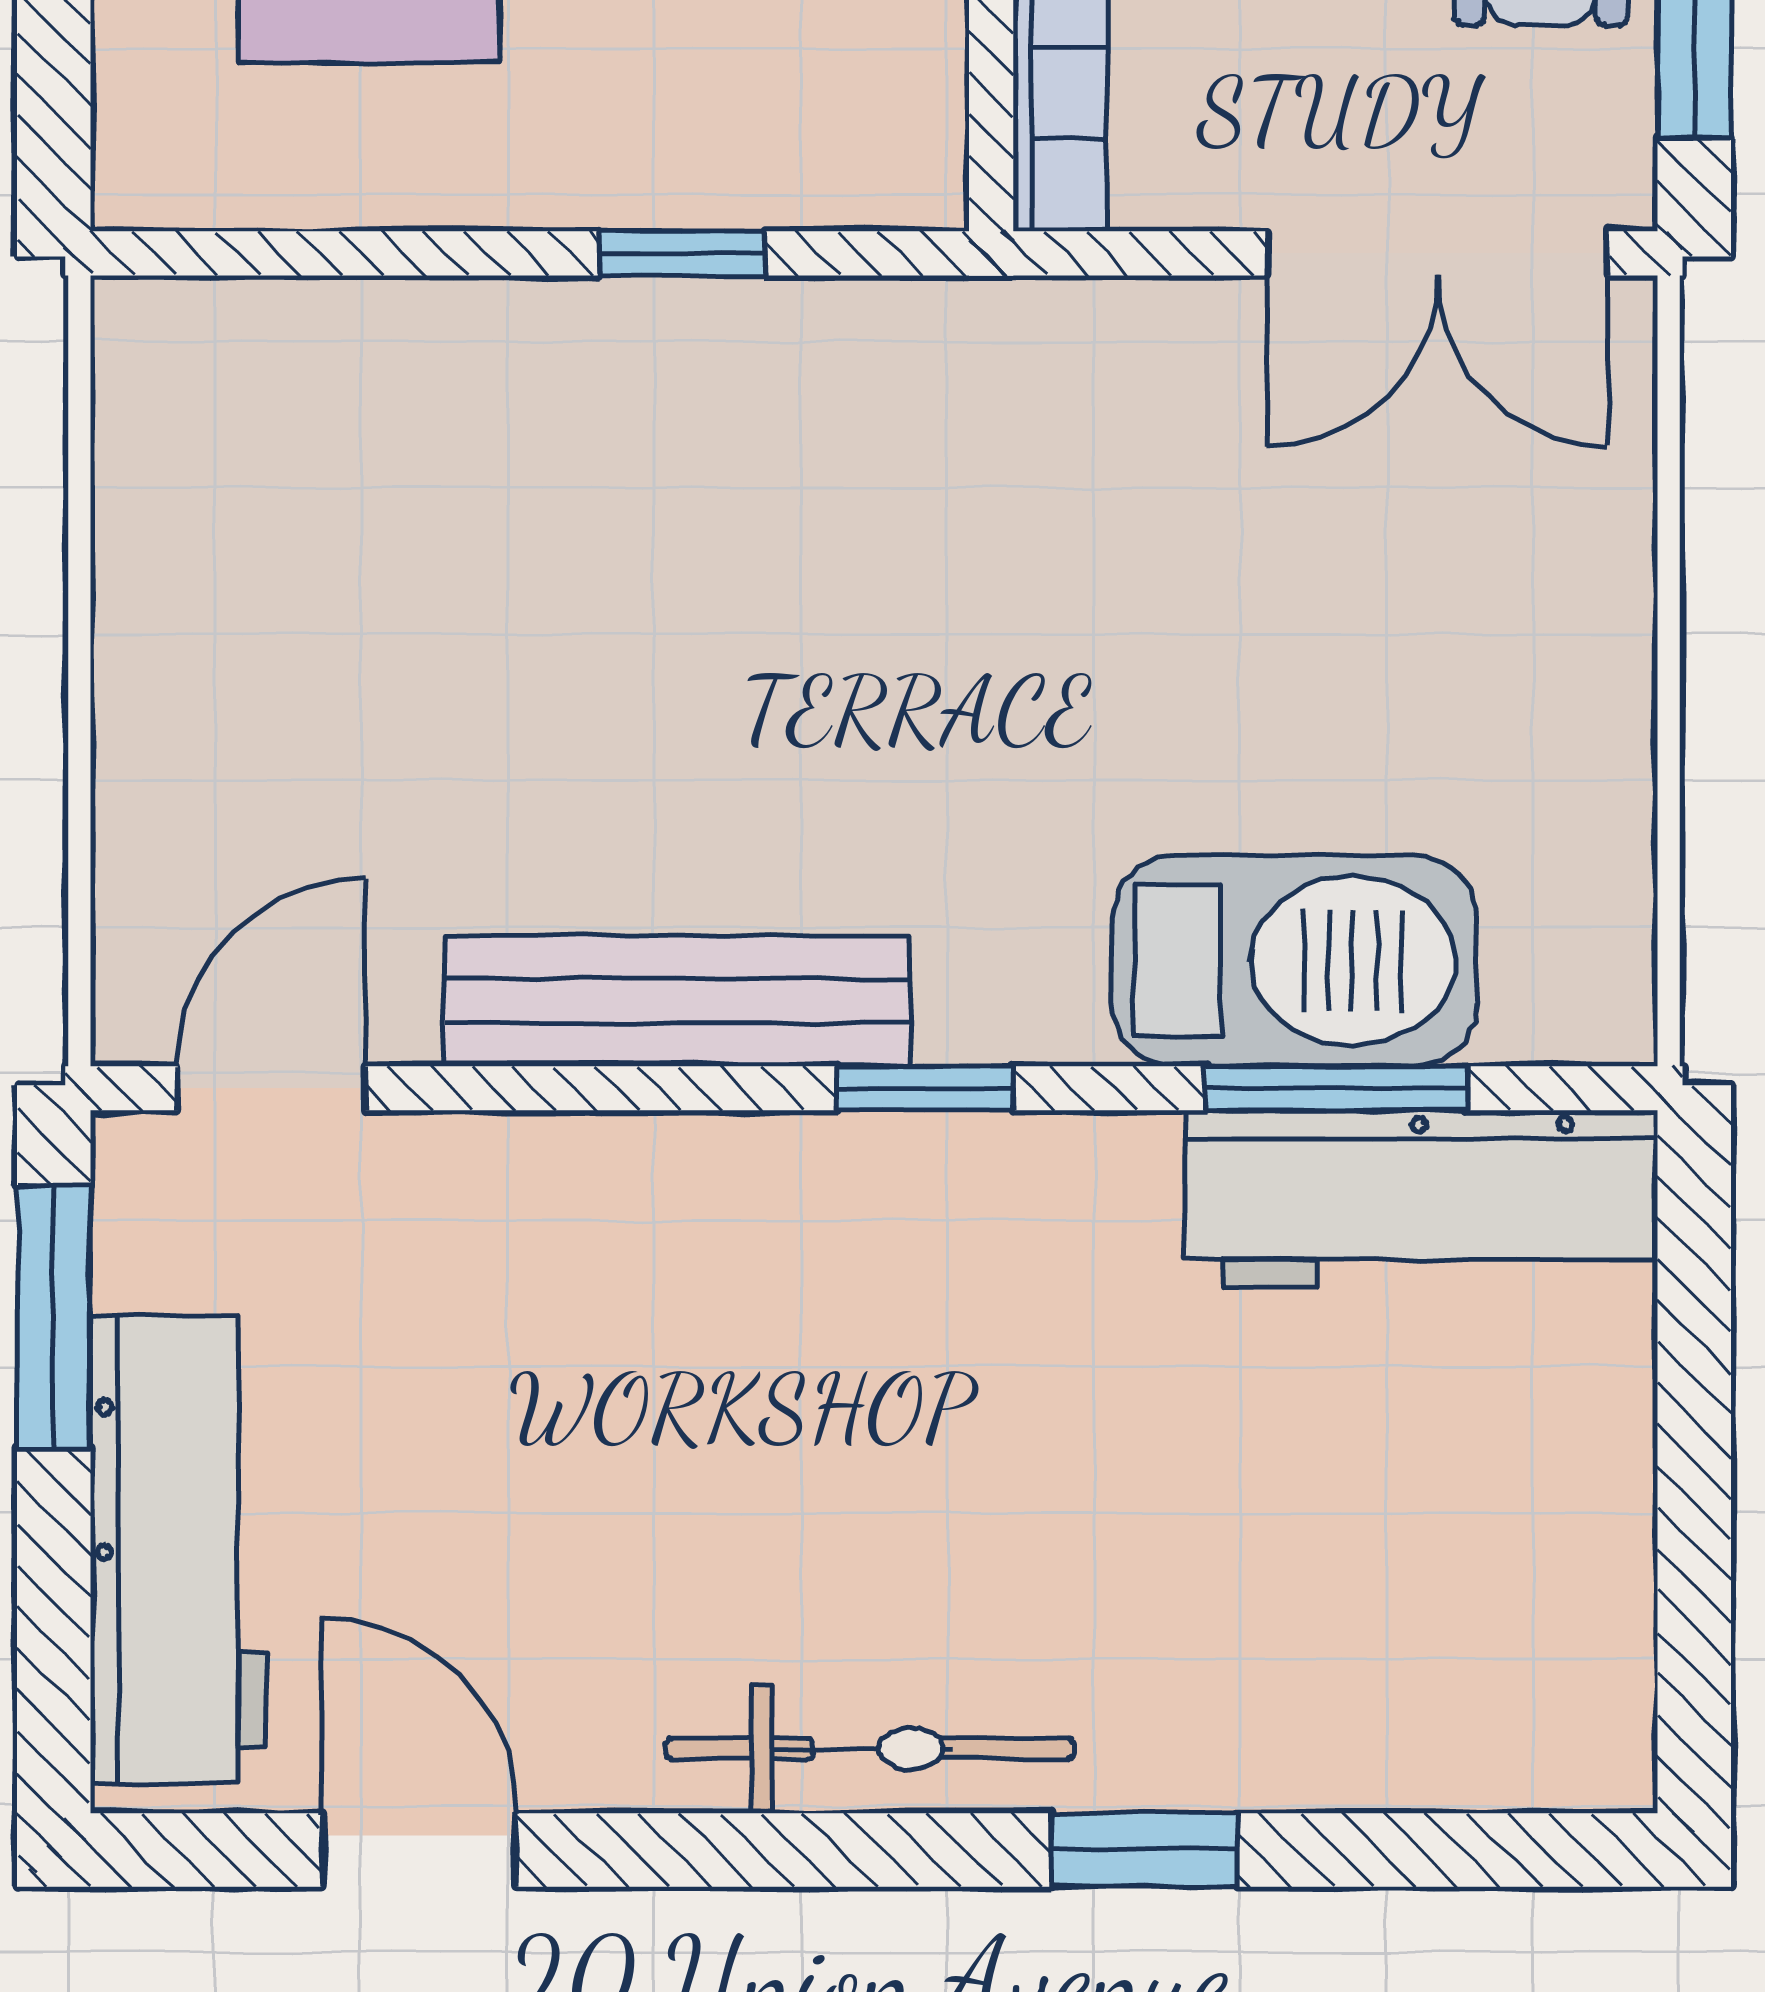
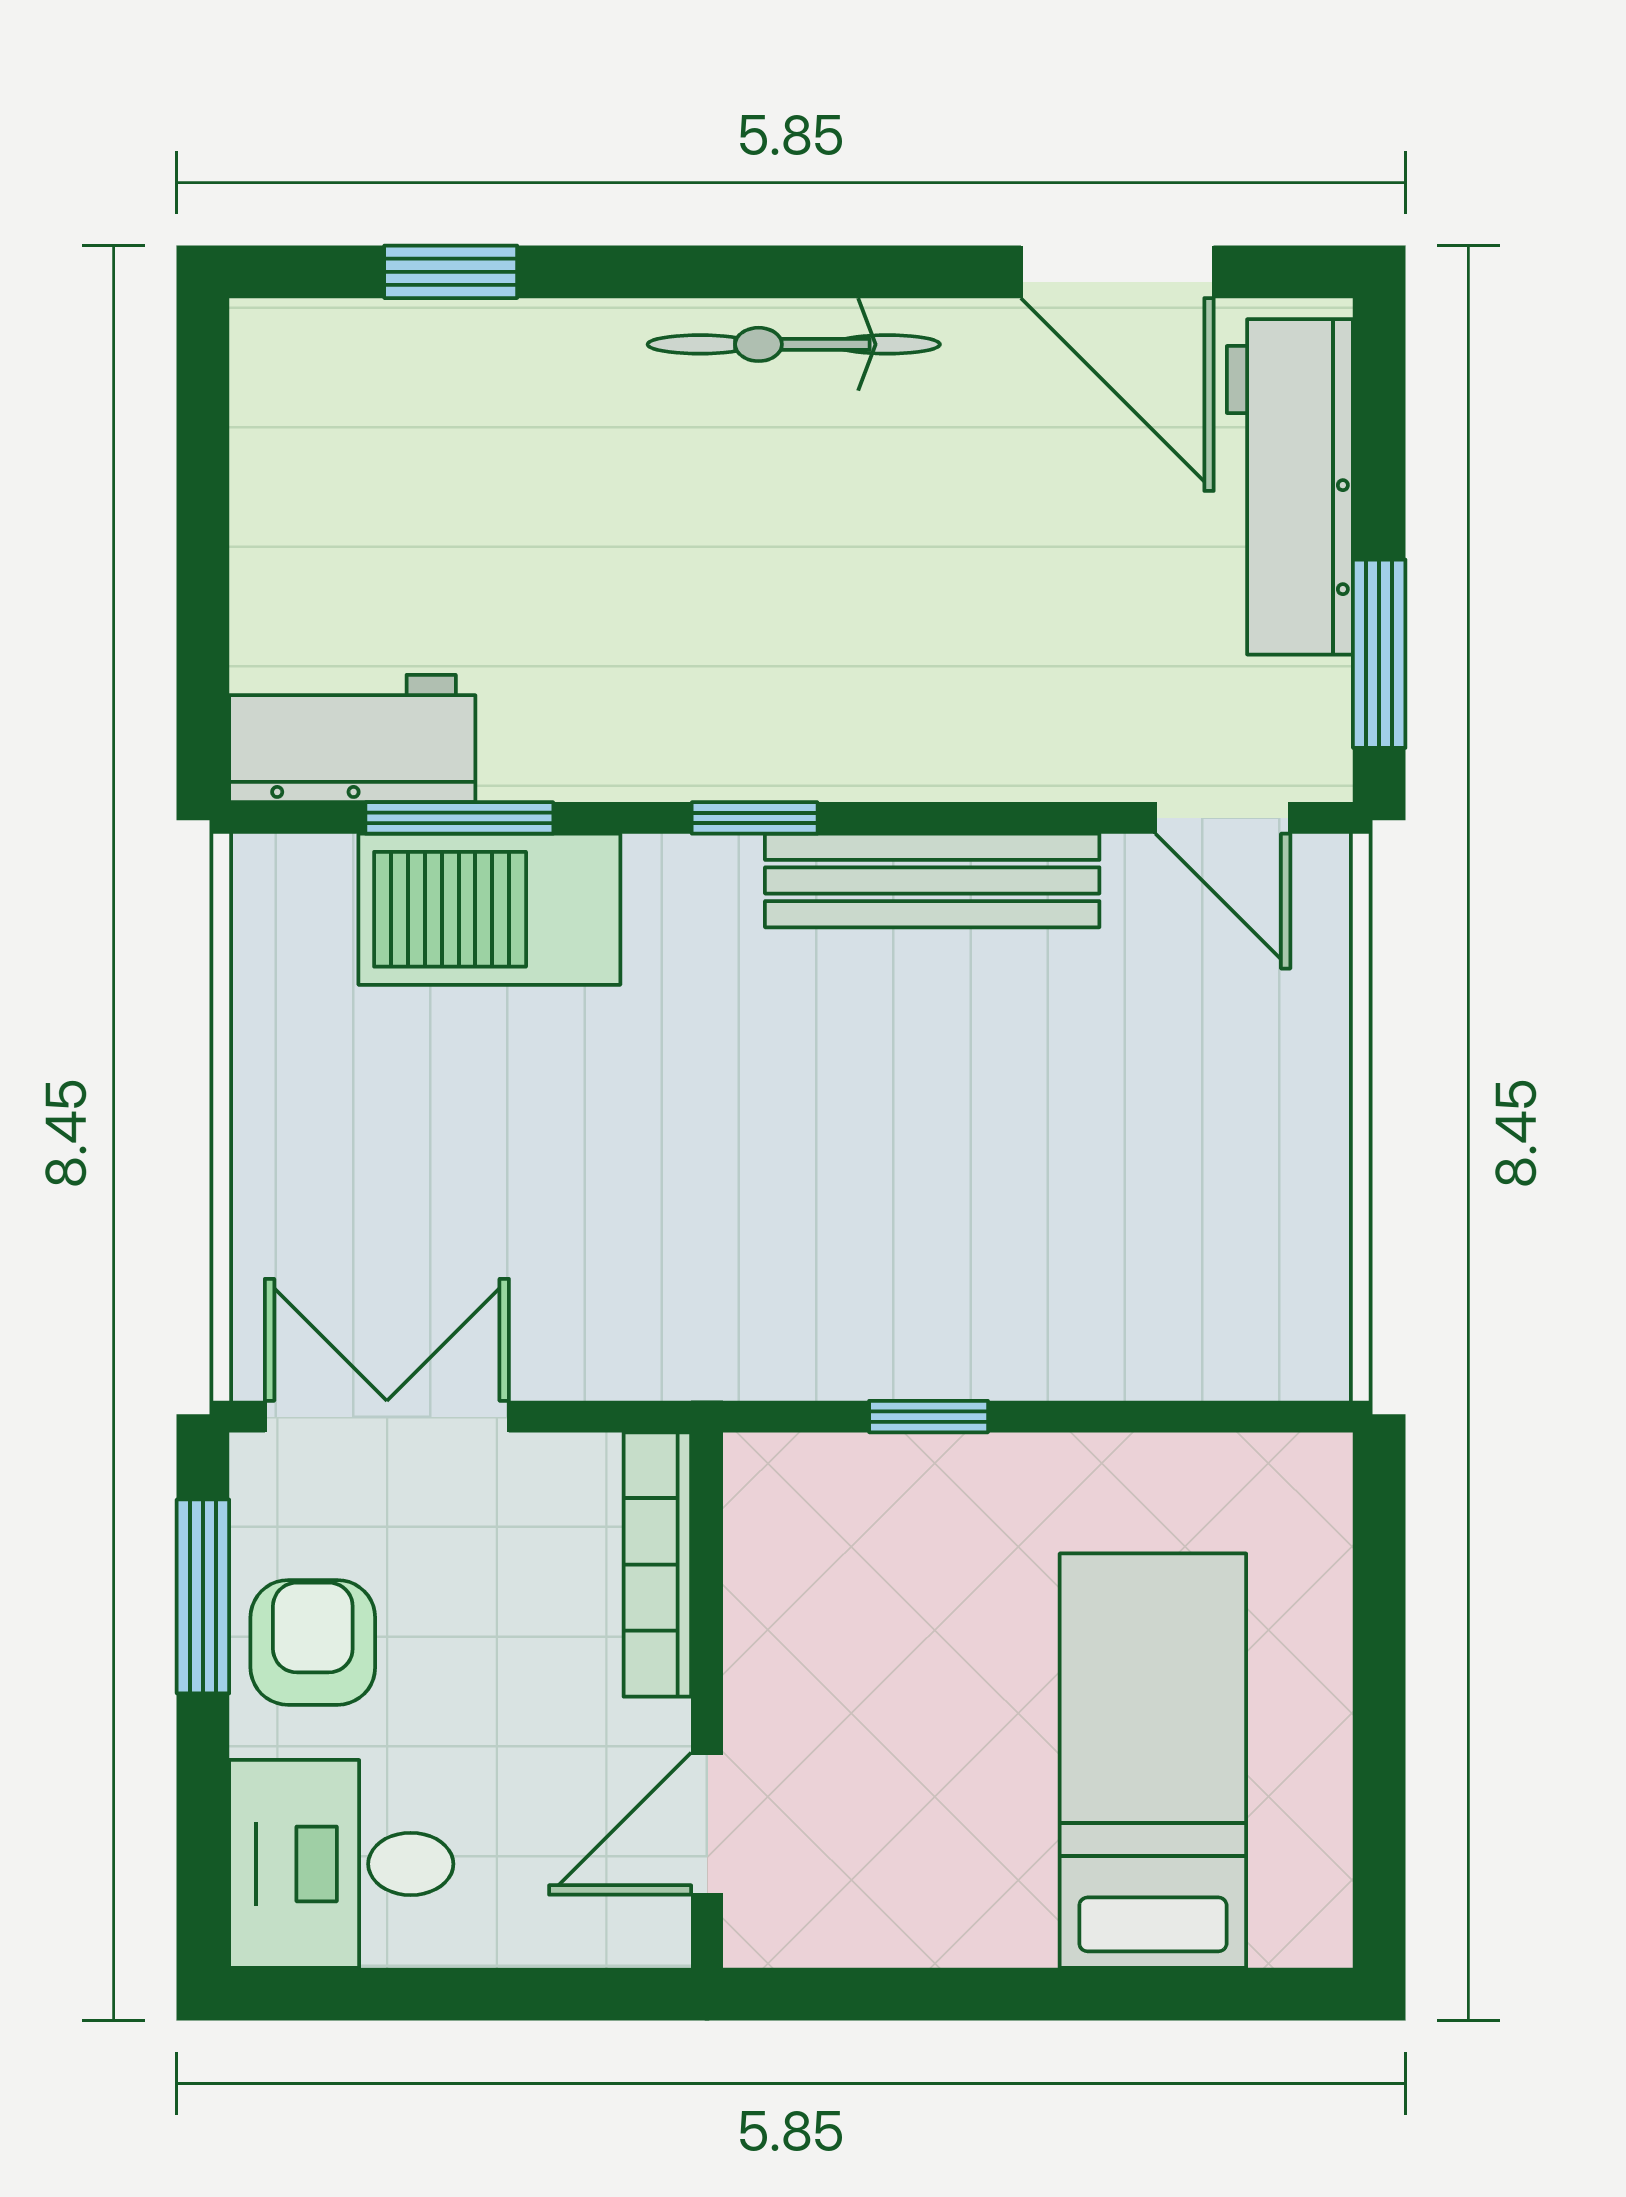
door: (272, 1088) -> (1223, 818), hinge flipped
workbench: (1421, 1199) -> (352, 739), width x0.73
door: (419, 1850) -> (1117, 272), width x1.38
window: (1144, 1850) -> (451, 272), moved

